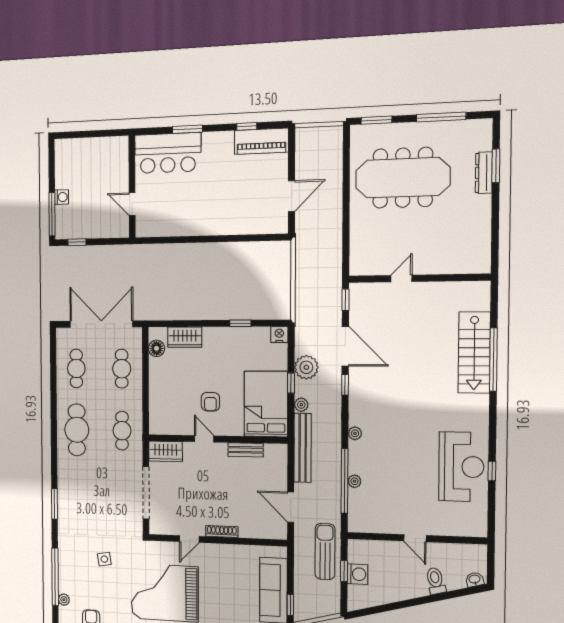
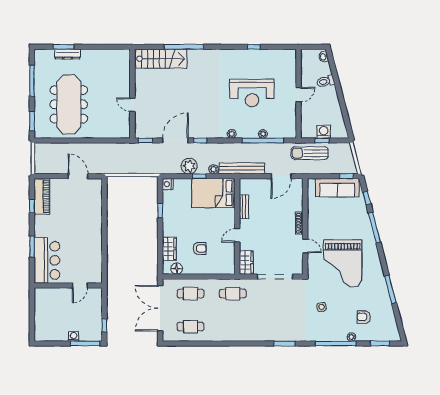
stairs: (474, 353) -> (161, 59), moved
armchair: (210, 402) -> (200, 248), moved
cafe table: (77, 430) -> (233, 327), removed
reception desk: (461, 467) -> (252, 93), moved, turned 180

